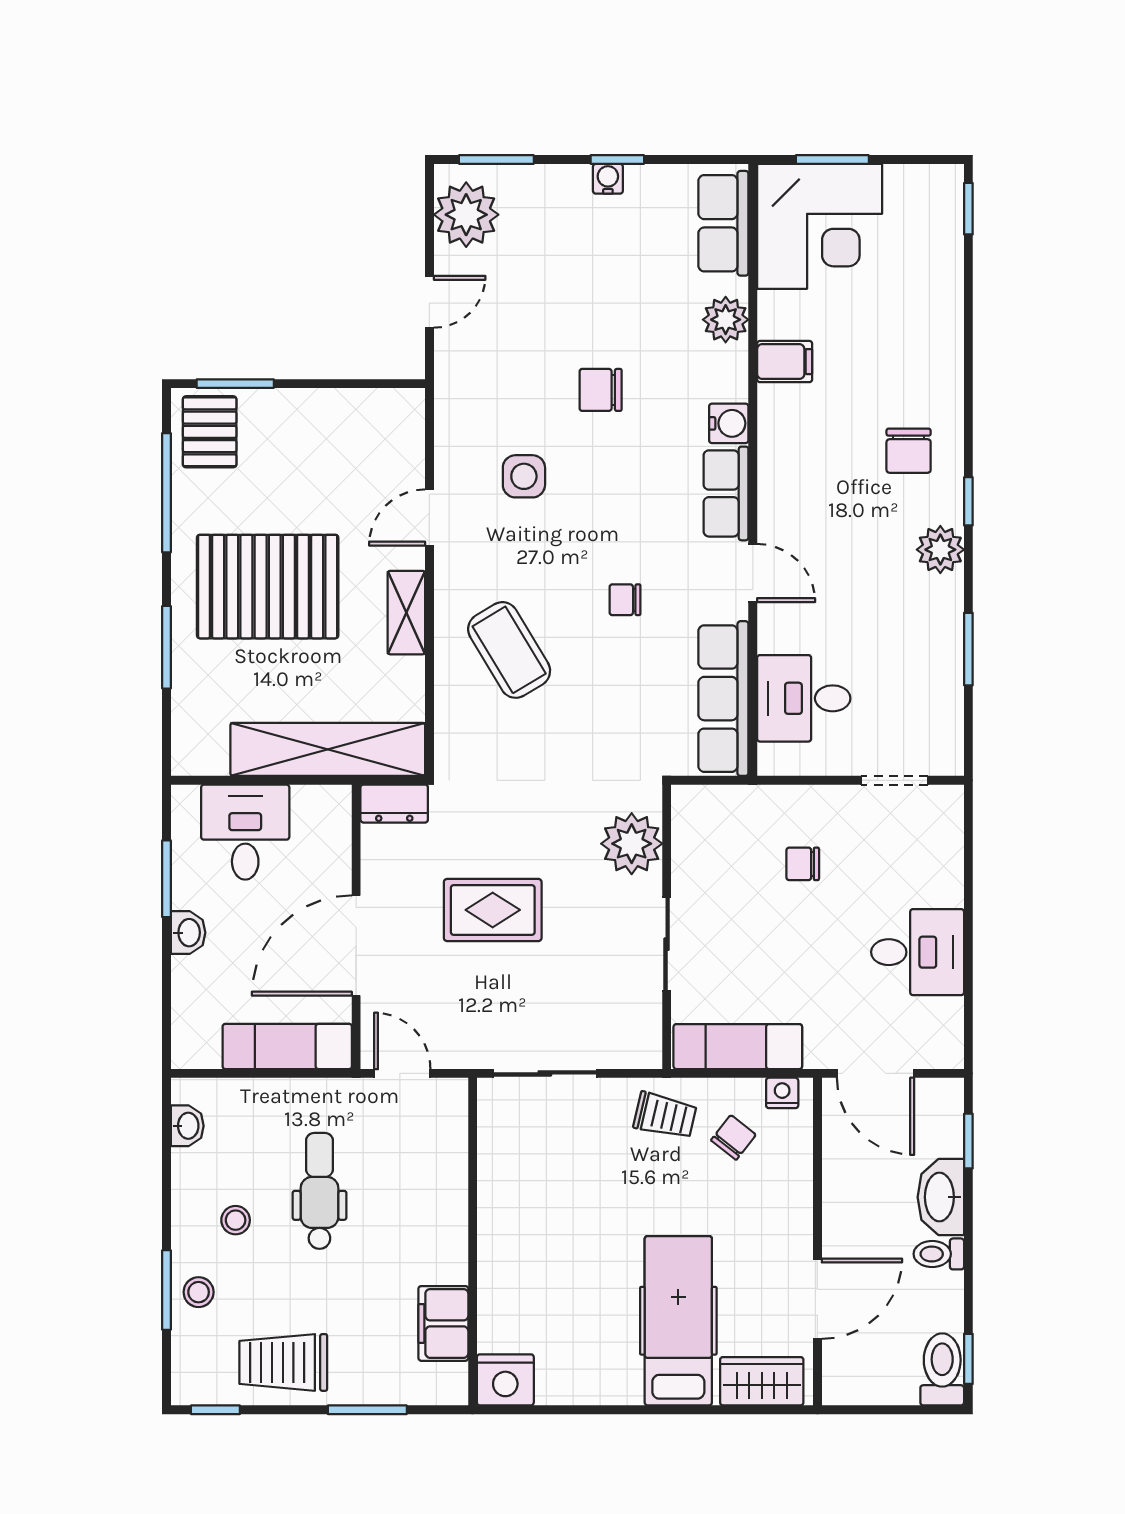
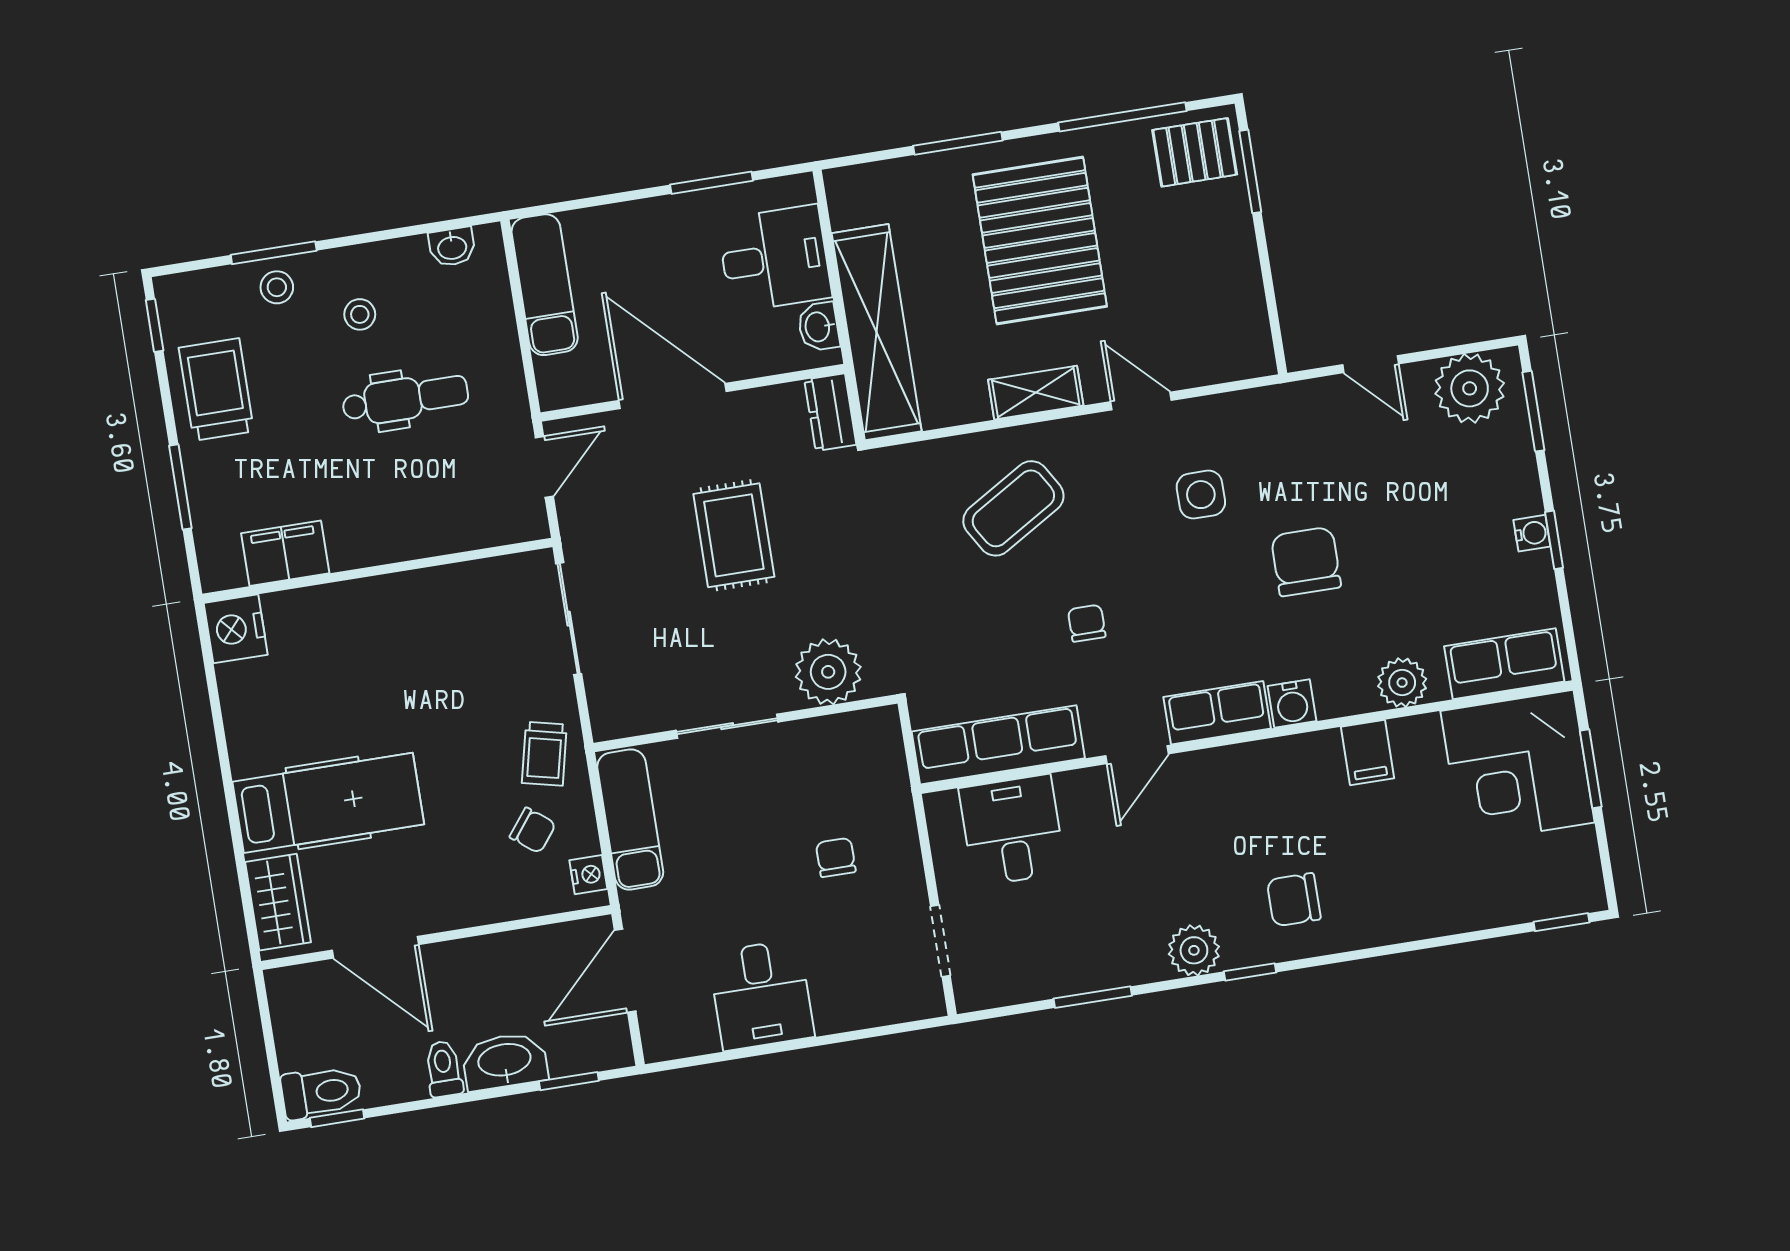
chair: (601, 390) -> (1306, 561), width x1.37, depth x1.37
washbasin: (188, 933) -> (818, 327), moved, turned 90
exam couch: (287, 1046) -> (545, 285), moved

